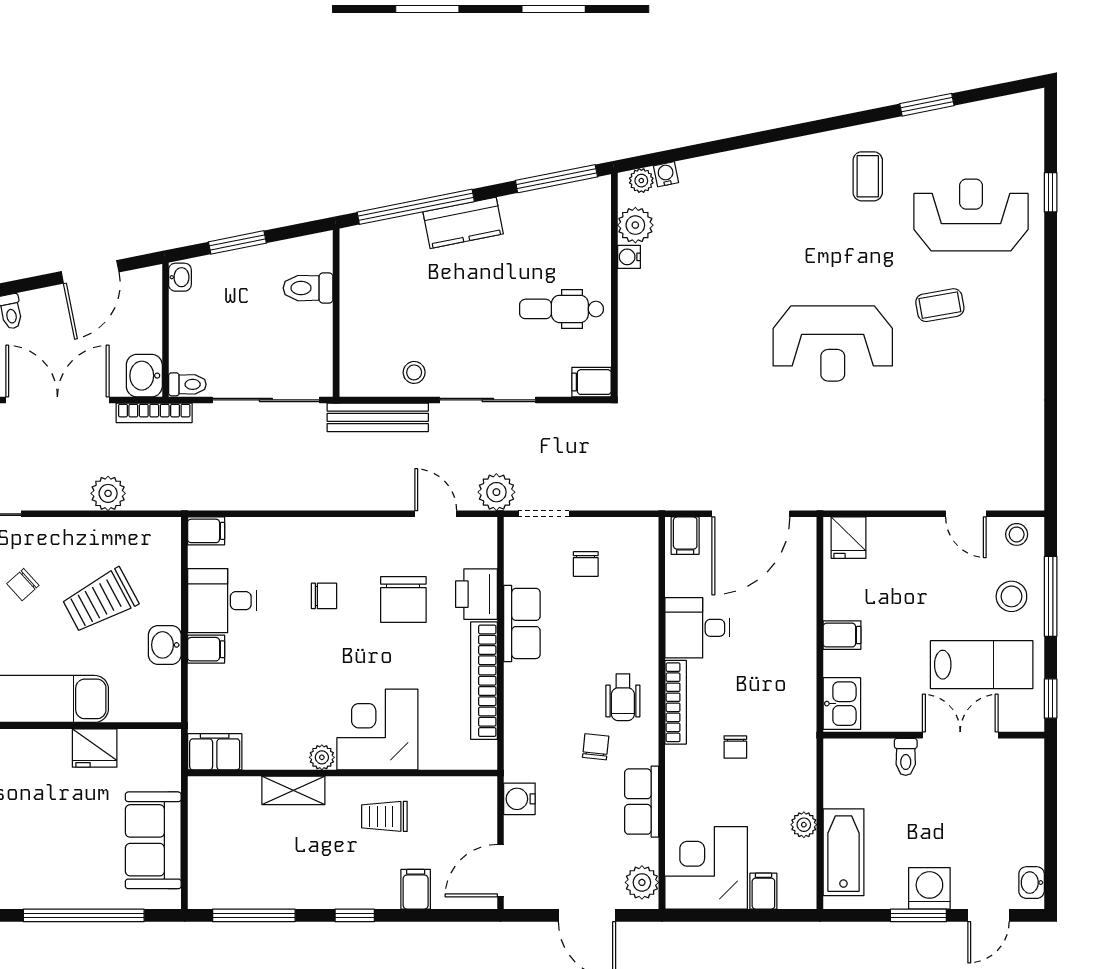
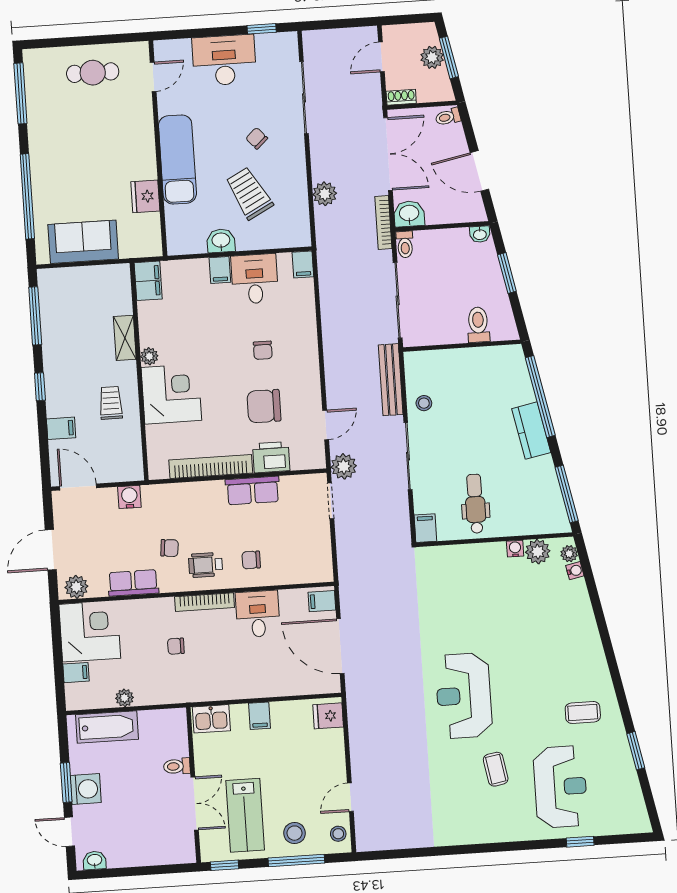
chair: (586, 564) -> (251, 560), moved

